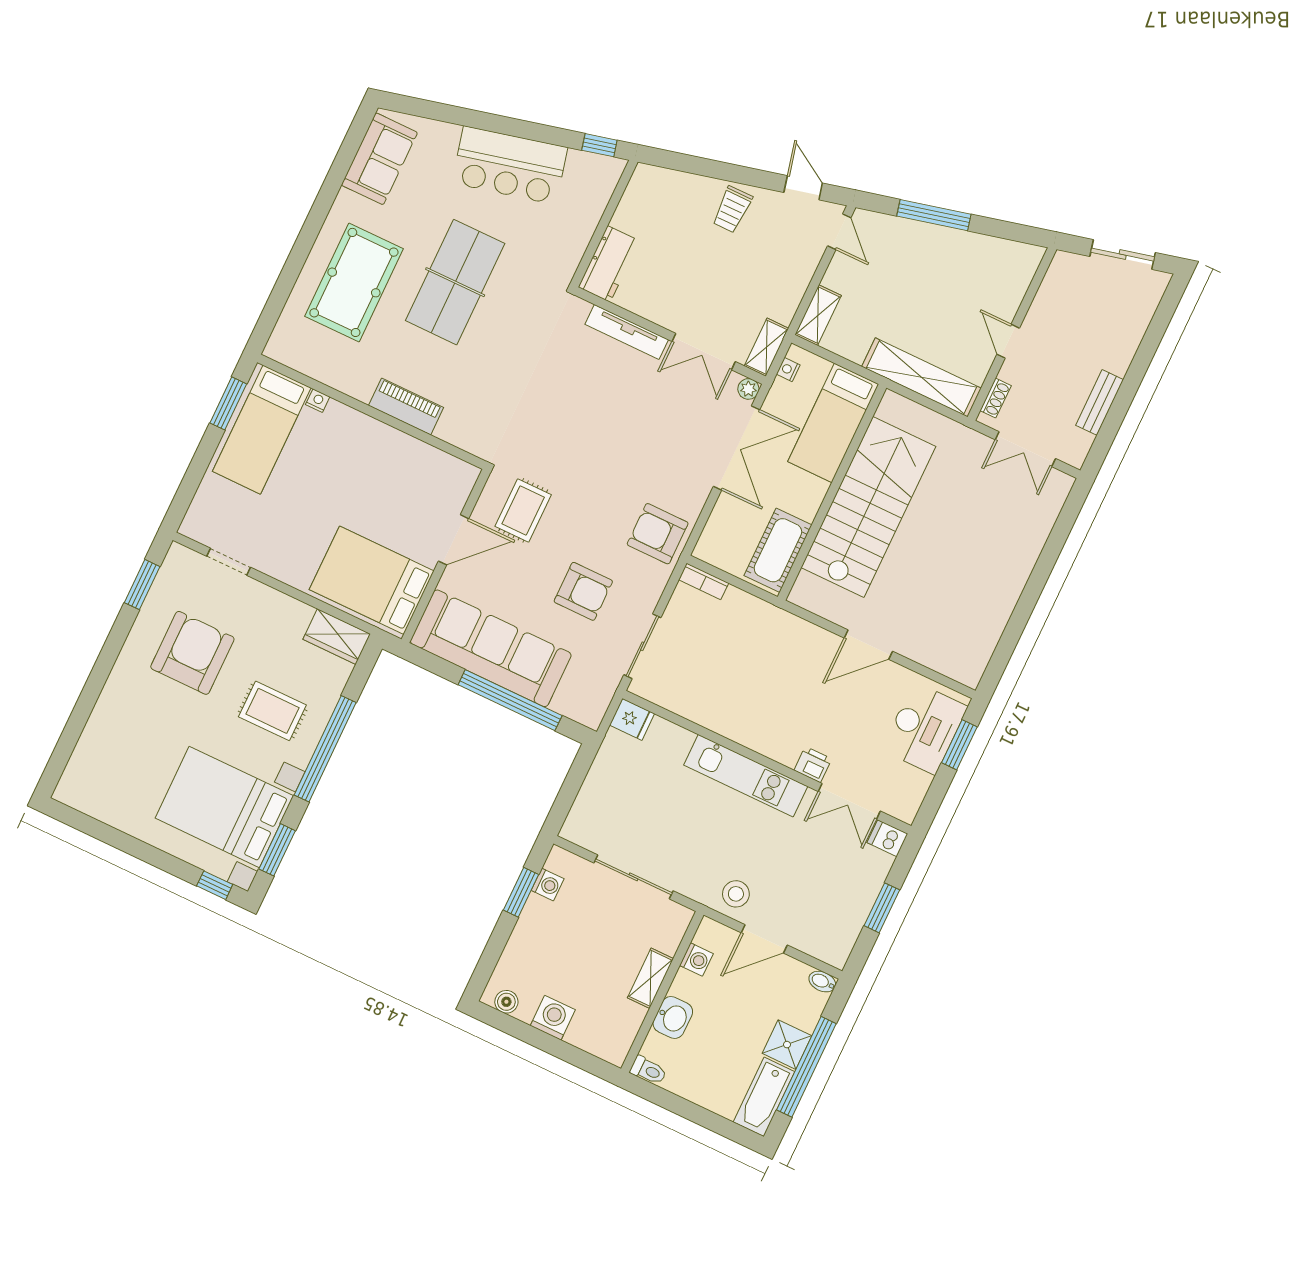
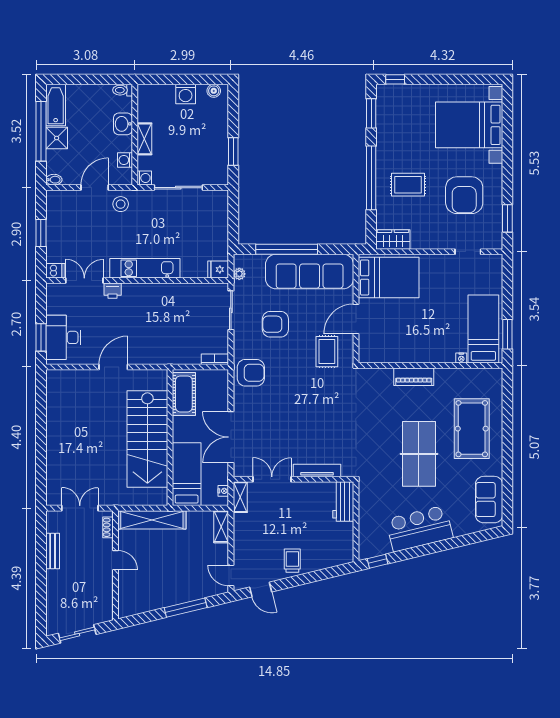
plant: (748, 389) -> (239, 274), moved
bed with nightstands: (224, 807) -> (469, 125), moved, turned 180
washing machine: (548, 885) -> (144, 178), moved, turned 180

